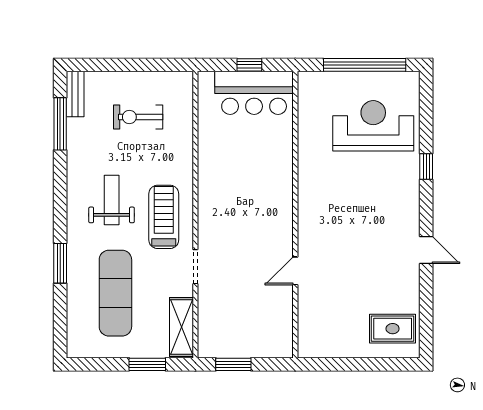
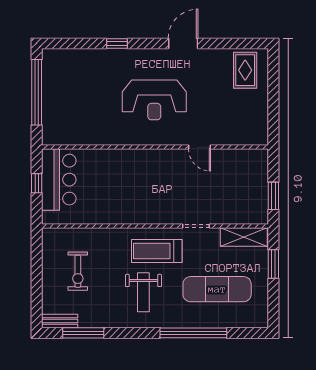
reception desk: (373, 126) -> (154, 100), moved, turned -90
weight bench: (112, 200) -> (143, 292), turned -90
door: (426, 250) -> (183, 44), width x1.37
window: (60, 263) -> (193, 333), width x2.11

